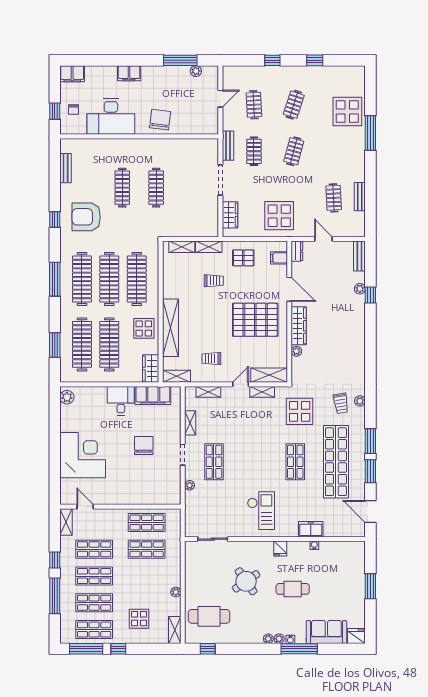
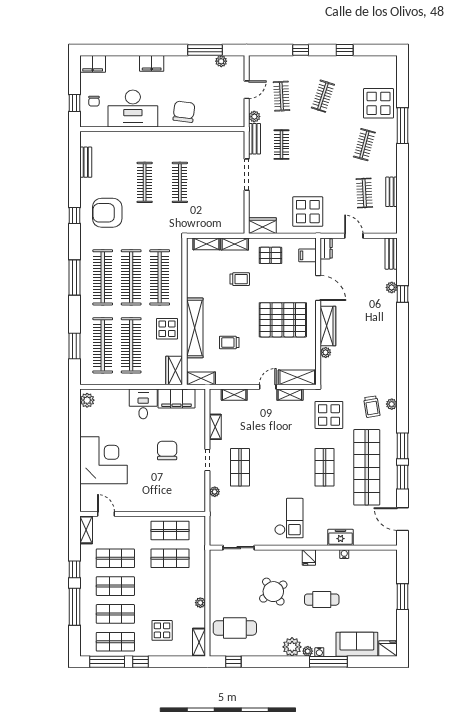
plant: (228, 124) -> (254, 117), added
clothes rail: (294, 151) -> (364, 145), moved
wardrobe: (230, 215) -> (262, 226), moved, turned -90
trolley: (211, 359) -> (229, 343), moved
plant: (268, 639) -> (292, 647), width x1.87, depth x1.87

